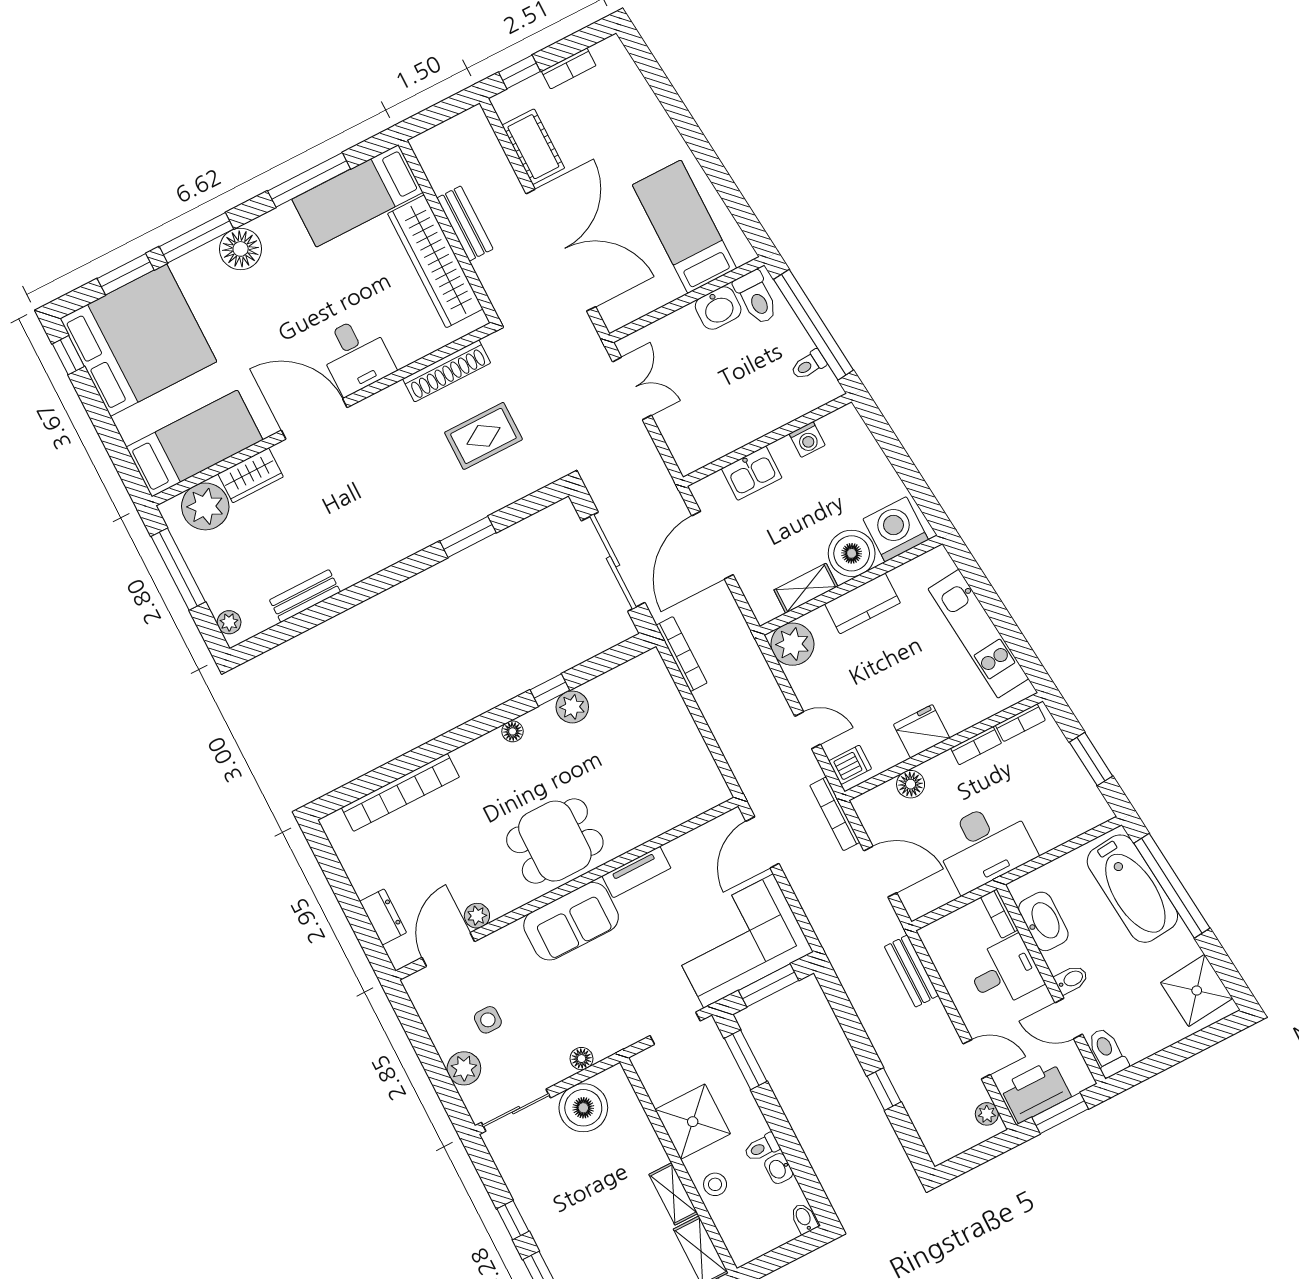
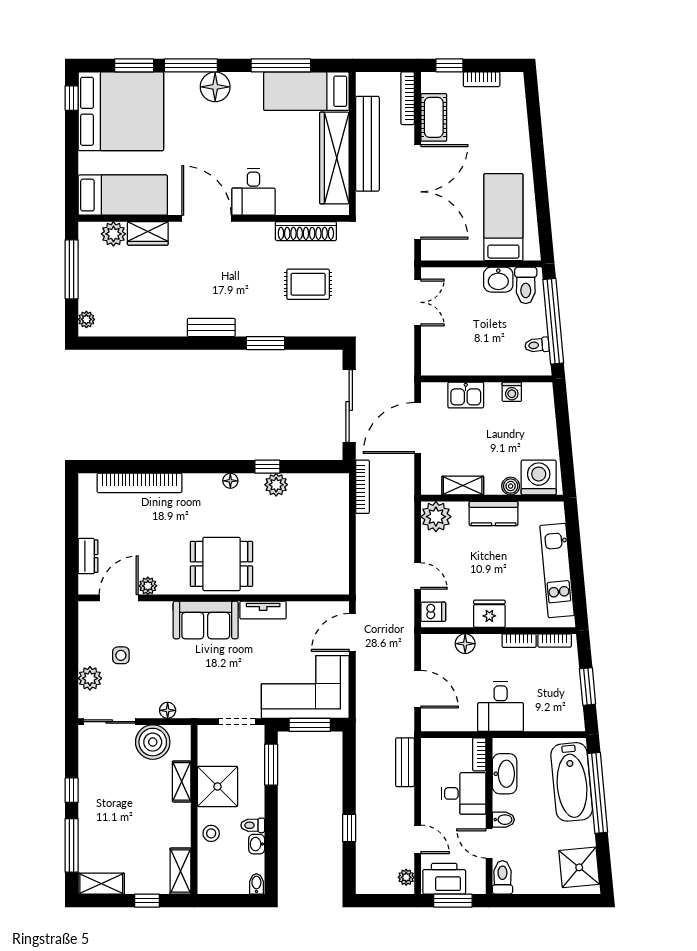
bench: (465, 224) -> (367, 144), width x1.86, depth x1.21
plant: (205, 506) -> (113, 234), width x0.73, depth x0.73
boiler: (852, 553) -> (511, 486), width x0.54, depth x0.54
bench: (305, 596) -> (211, 327), moved
bookcase: (835, 814) -> (408, 98), moved
desk: (985, 846) -> (501, 707), width x0.73
shelving: (673, 1194) -> (182, 781), moved

